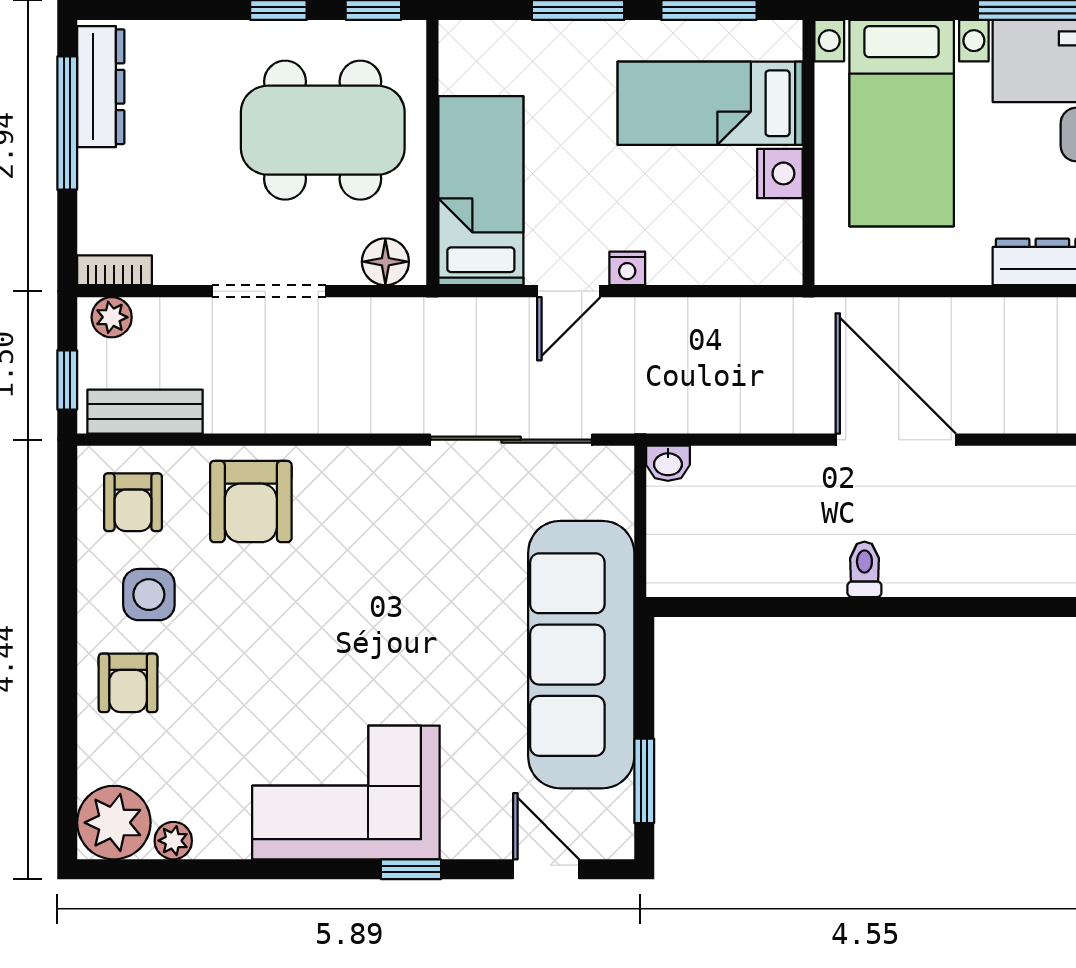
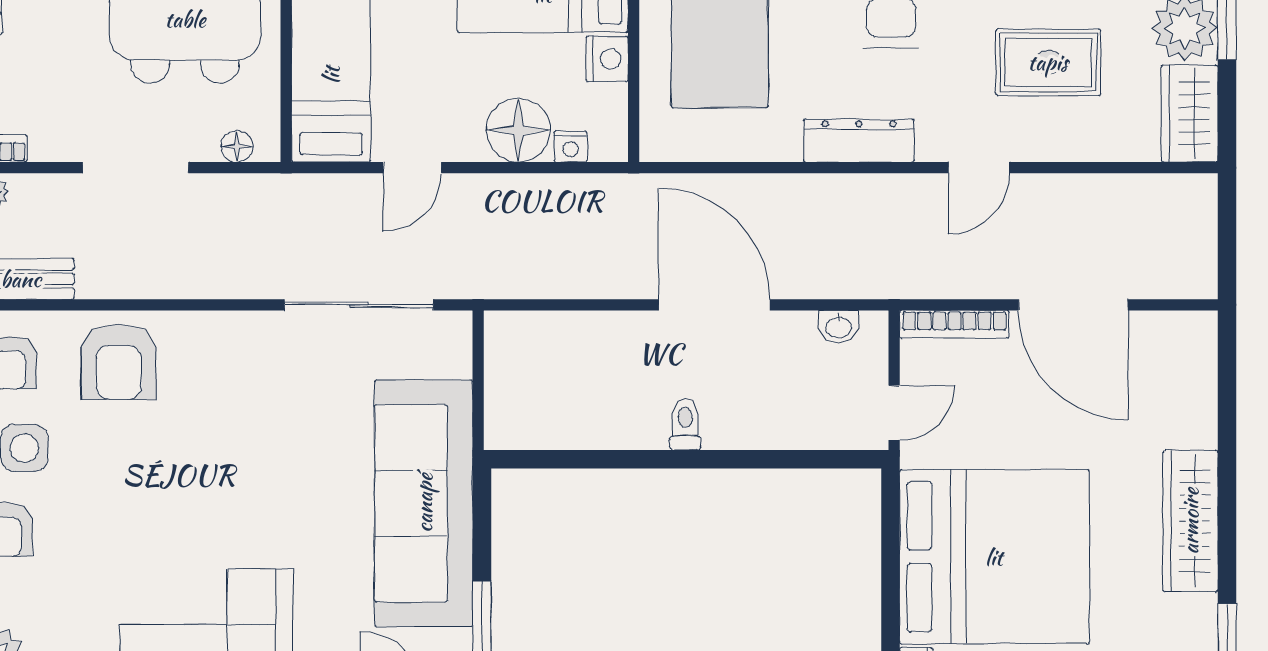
floor lamp: (684, 251) -> (518, 130), added
floor lamp: (385, 262) -> (237, 146), width x0.73, depth x0.73
nightstand: (627, 268) -> (570, 147), moved
washbasin: (668, 463) -> (839, 327), moved

